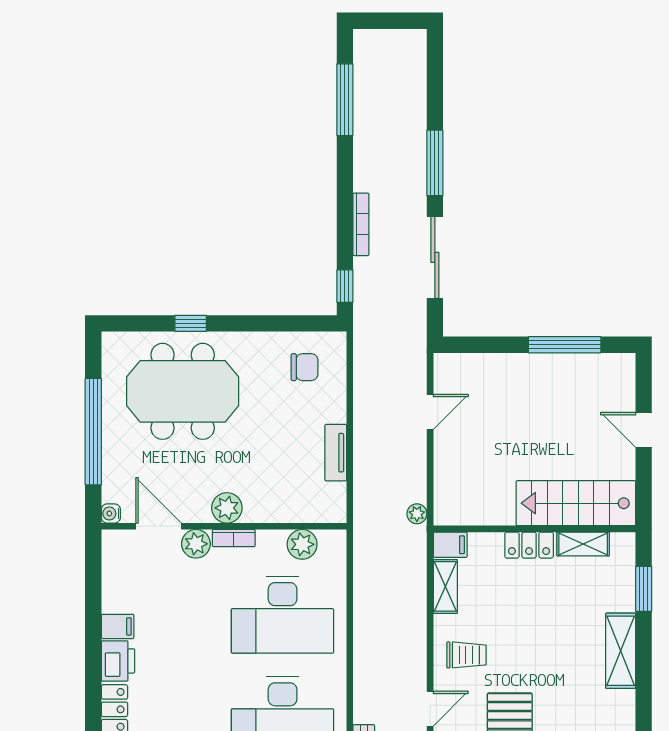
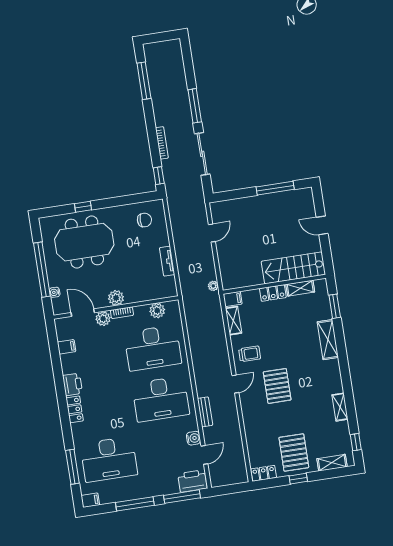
water cooler: (111, 513) -> (55, 292), moved
filing cabinet: (118, 626) -> (67, 347), moved

